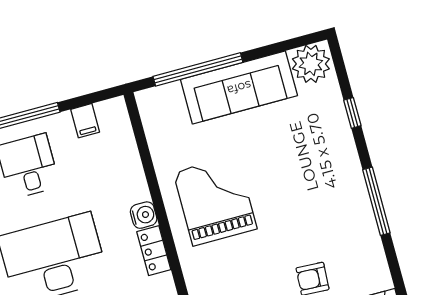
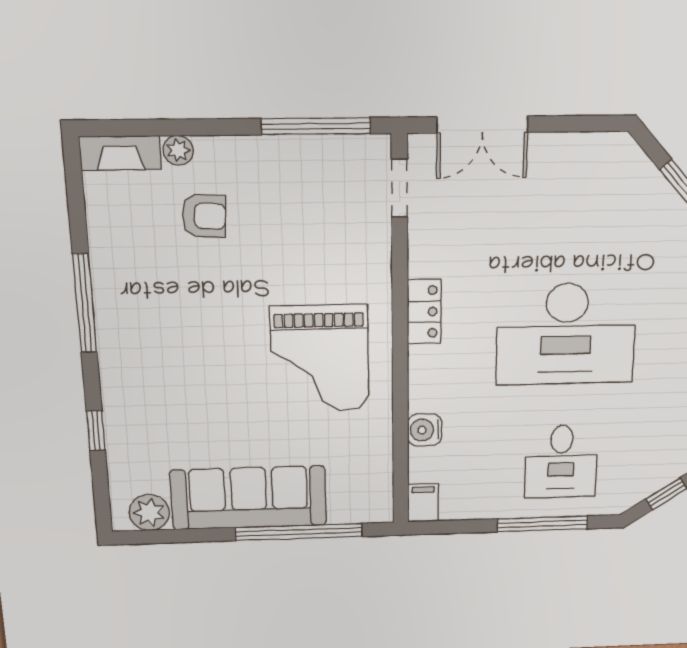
plant: (311, 64) -> (149, 513), width x0.73, depth x0.73
filing cabinet: (85, 121) -> (423, 503), moved
water cooler: (144, 215) -> (425, 430), moved

